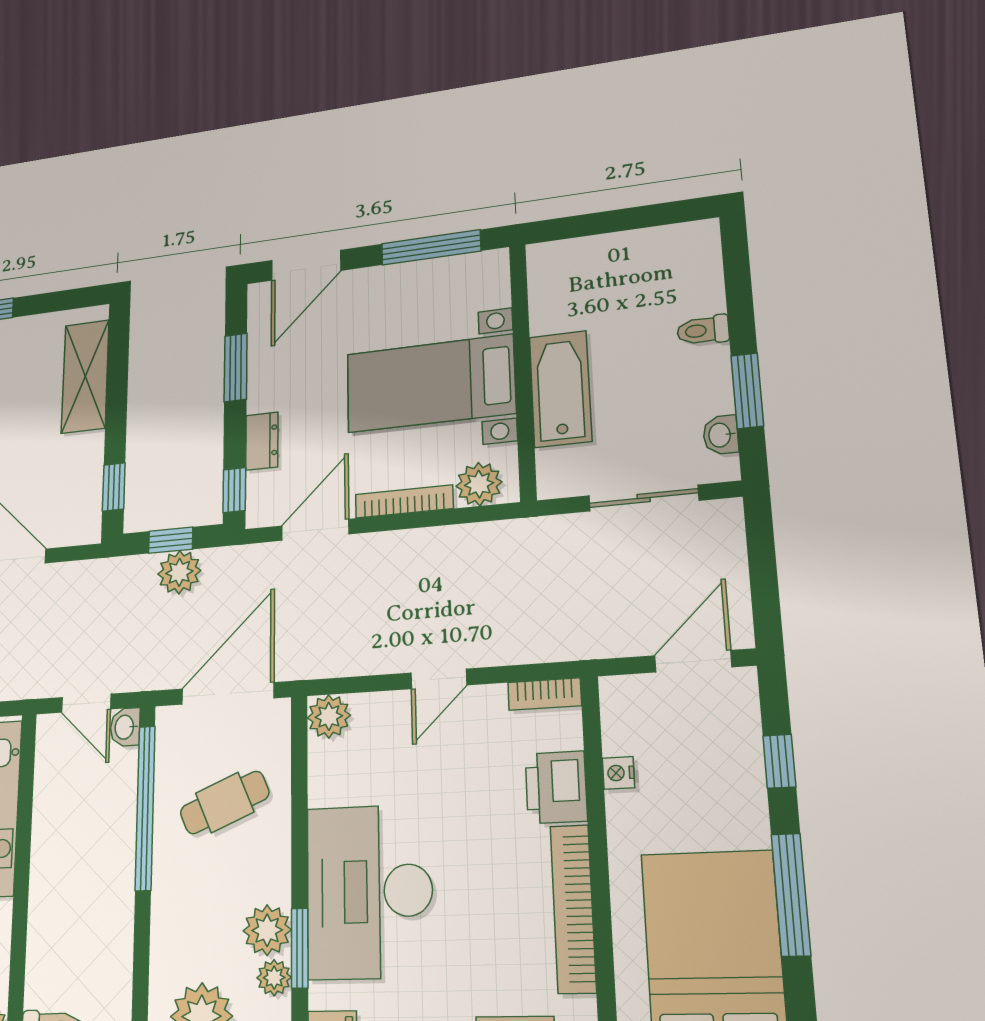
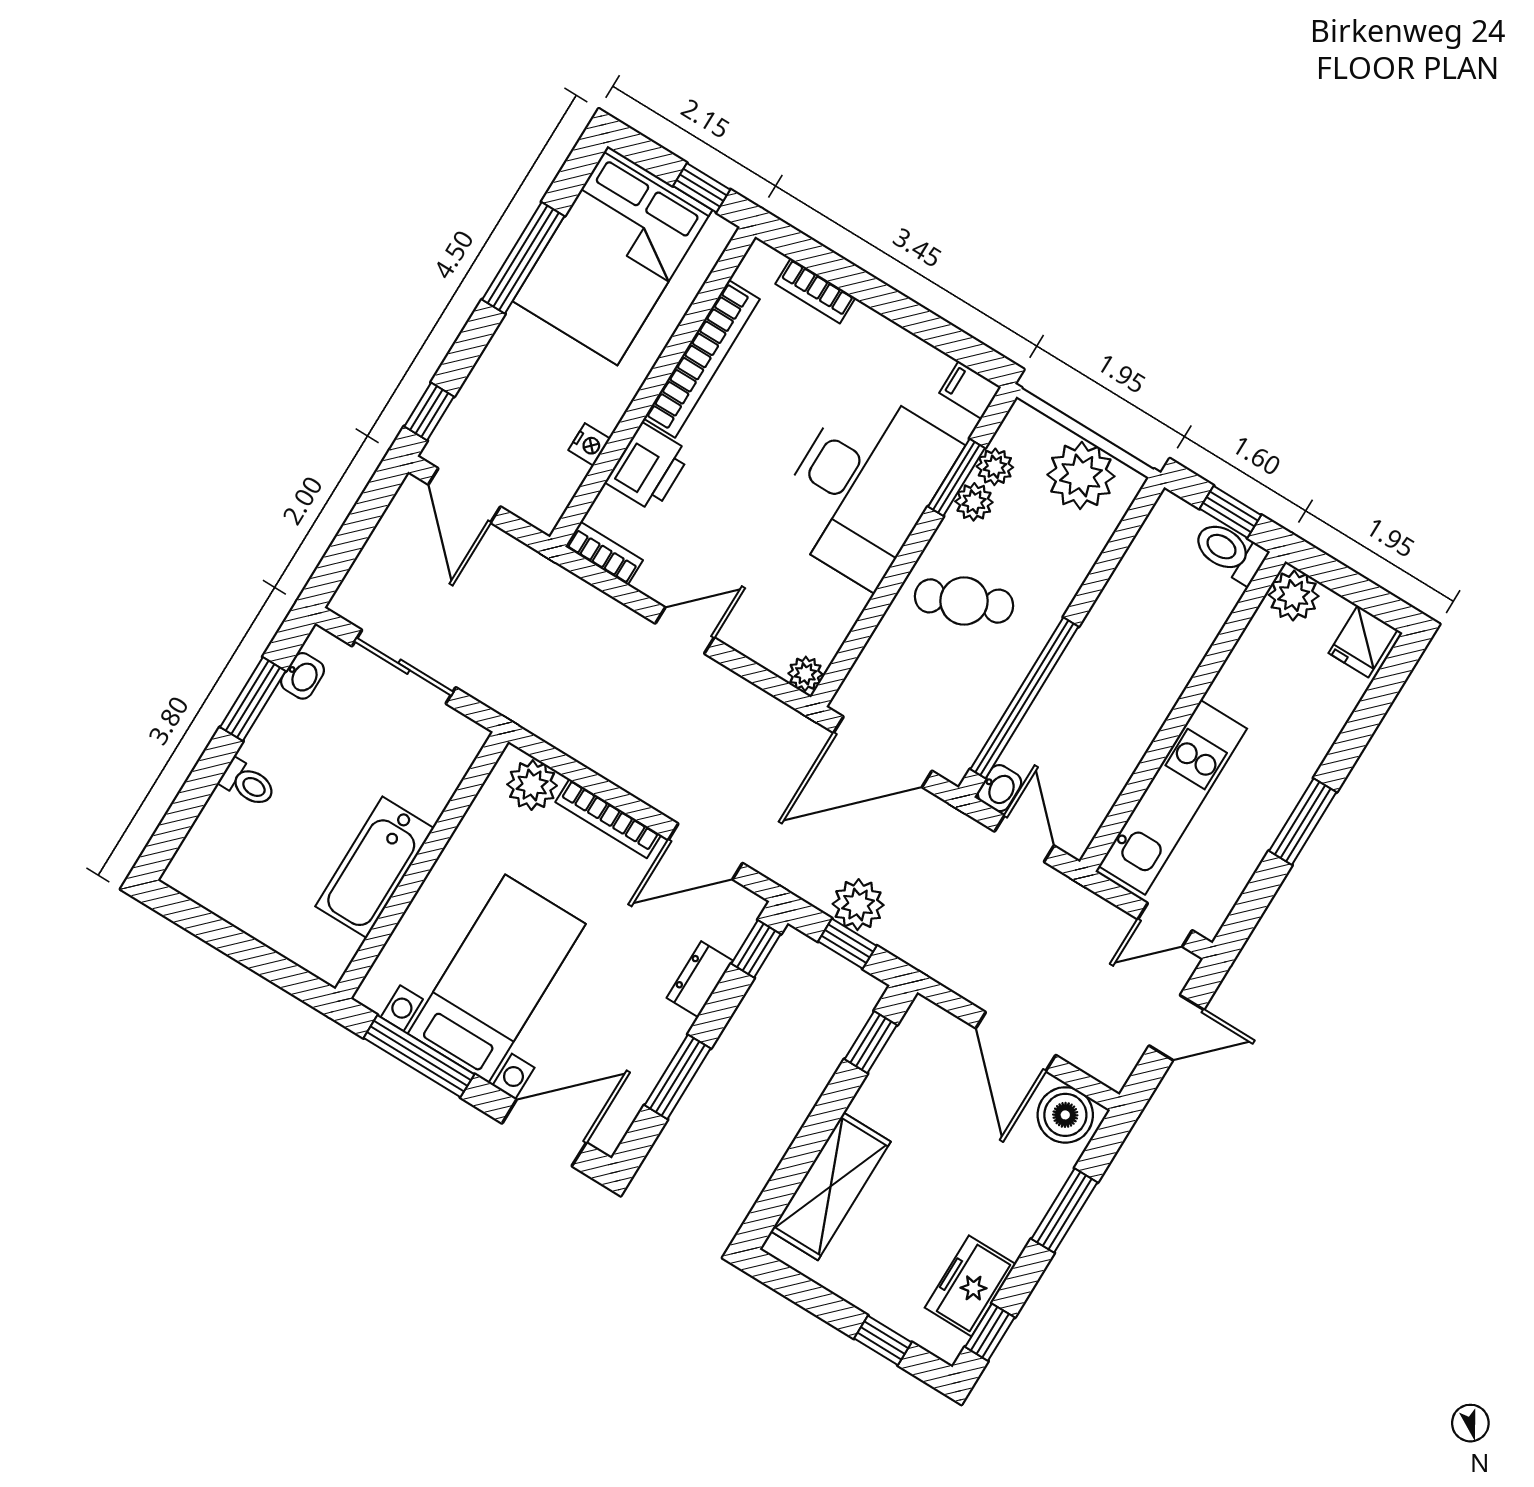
bed with nightstands: (430, 384) -> (497, 979), moved, turned -90
bathtub: (560, 389) -> (375, 867), moved
door: (693, 661) -> (464, 495), hinge flipped
plant: (329, 716) -> (805, 674), width x0.73, depth x0.73
window: (779, 761) -> (429, 411), moved
cafe table: (225, 803) -> (964, 601), moved
plant: (267, 930) -> (974, 502), width x0.73, depth x0.73

